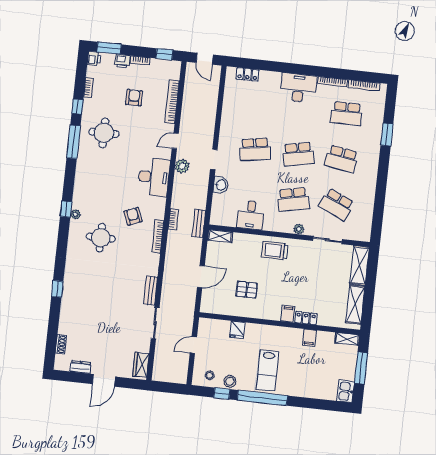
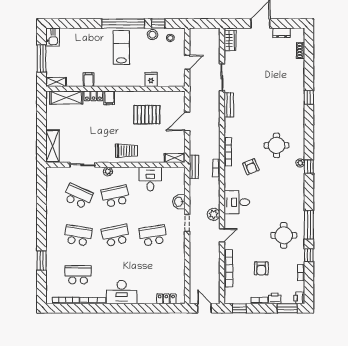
desk: (154, 177) -> (237, 202), width x0.73
pallet: (247, 290) -> (147, 115), width x1.50, depth x1.42
shelving: (355, 305) -> (66, 98), moved, turned 90

